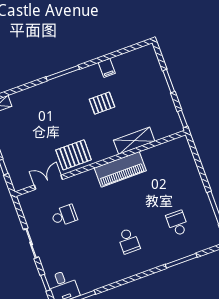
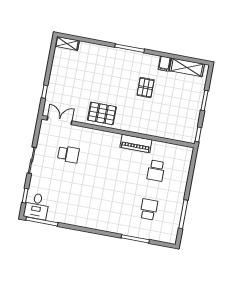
pallet: (102, 103) -> (146, 88), turned 90
shelving: (134, 141) -> (187, 67), moved
piano: (120, 169) -> (136, 143), width x0.73, depth x0.75
double door: (48, 182) -> (60, 120), moved
school desk: (129, 241) -> (156, 171), moved

